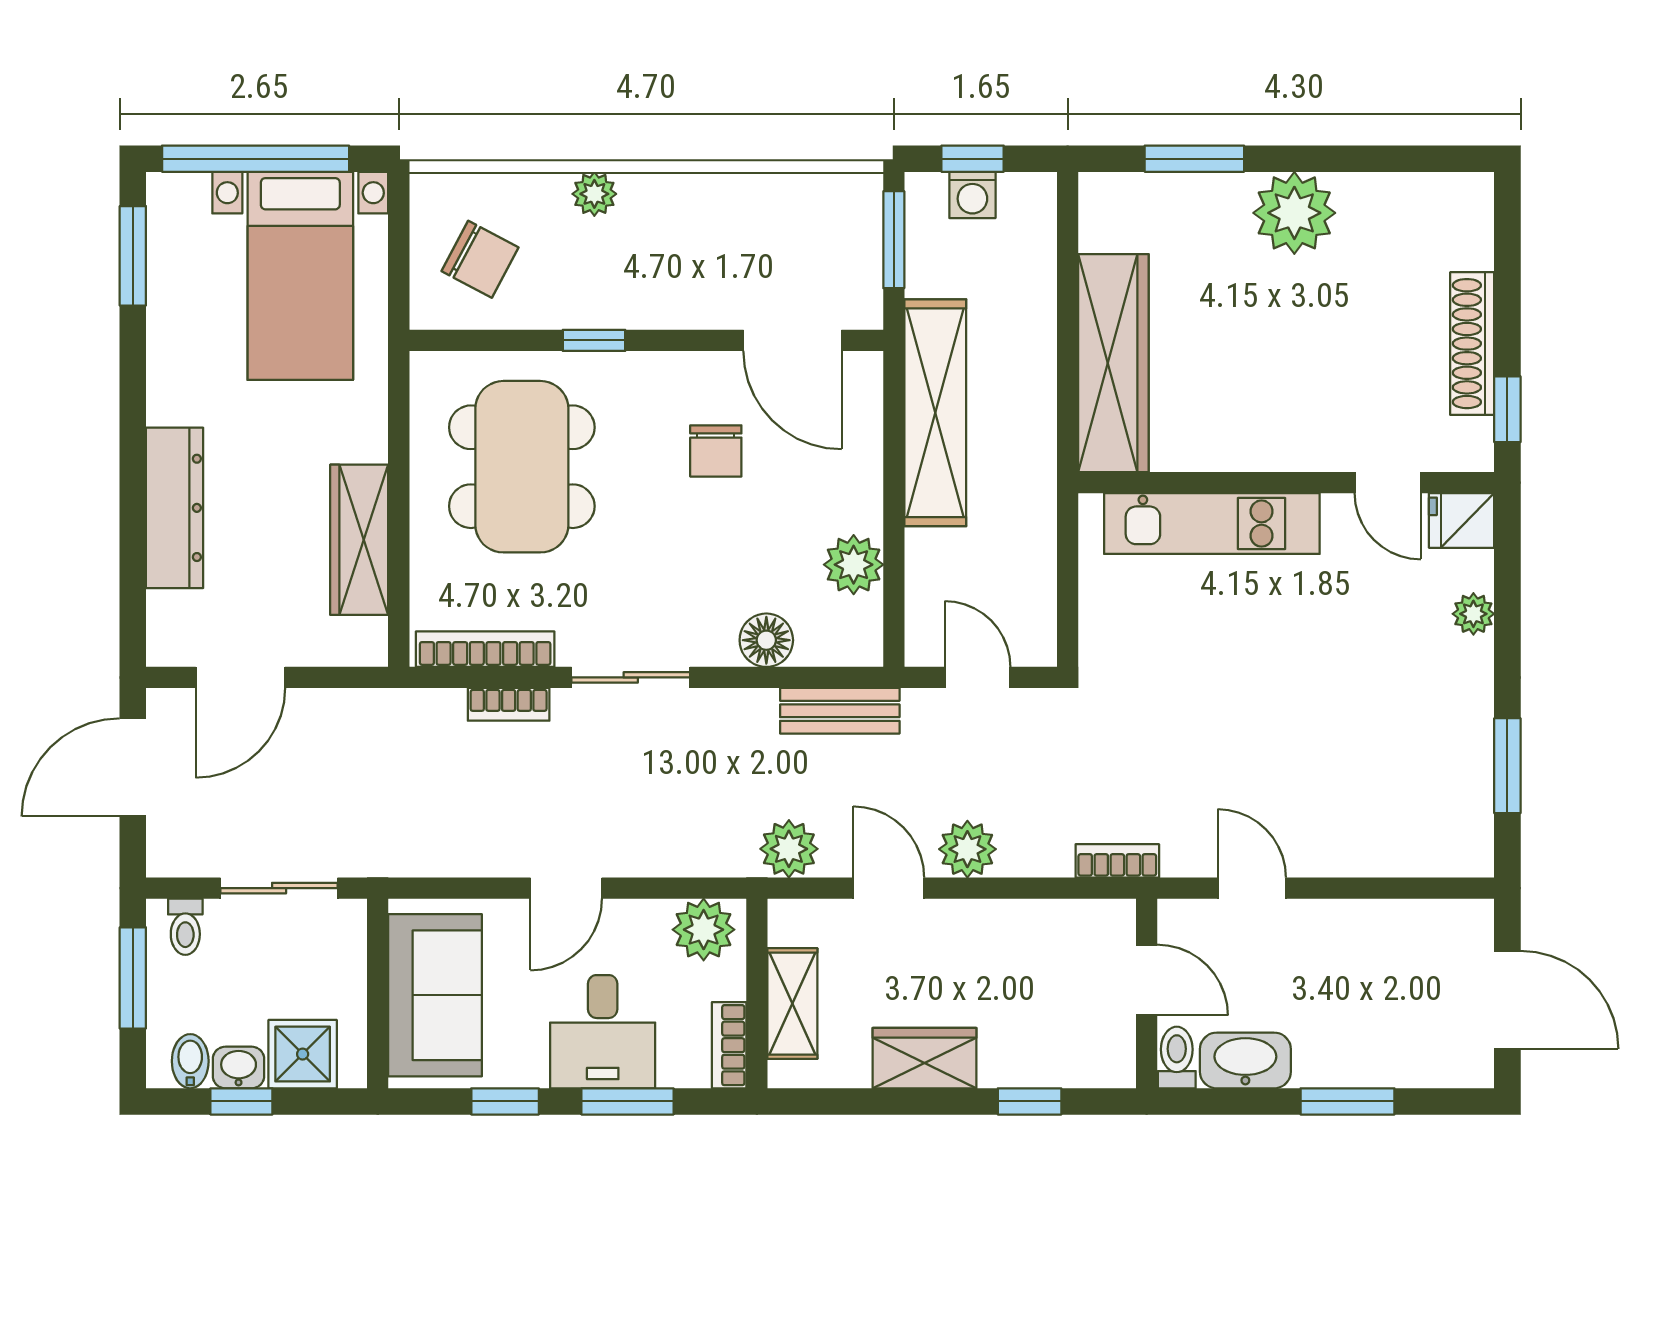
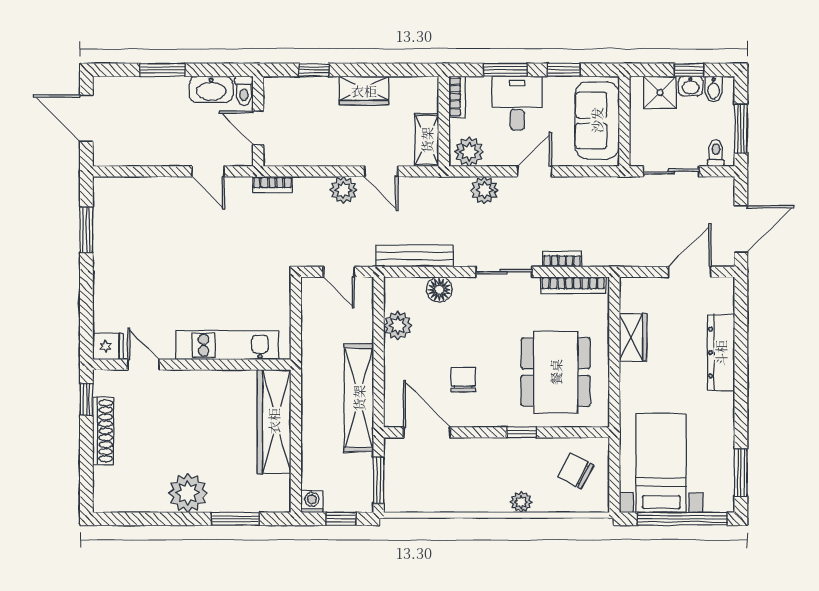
washing machine: (972, 195) -> (312, 502), moved
wardrobe: (359, 540) -> (633, 337), width x0.67
plant: (1473, 614) -> (103, 302), removed
bench: (840, 711) -> (415, 256), width x1.36
plant: (789, 849) -> (484, 190), moved
shelving: (792, 1004) -> (427, 140), moved

